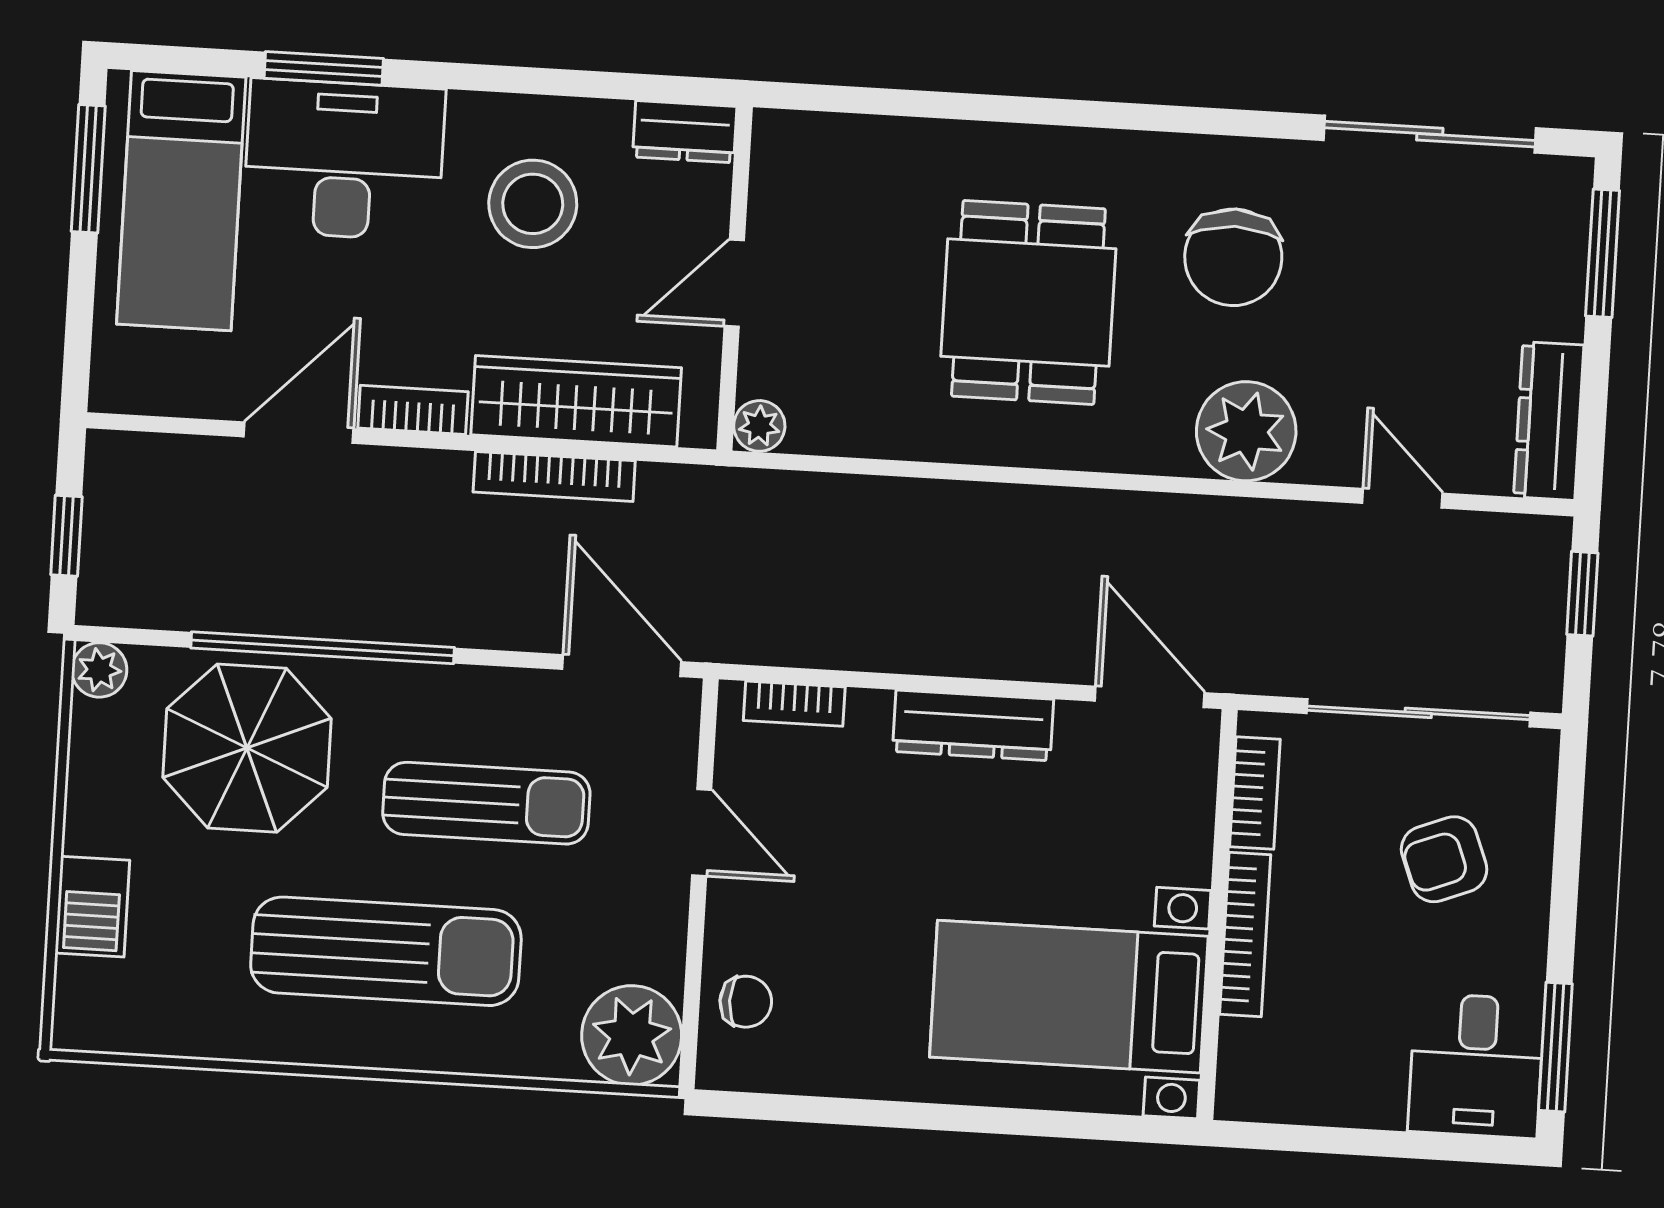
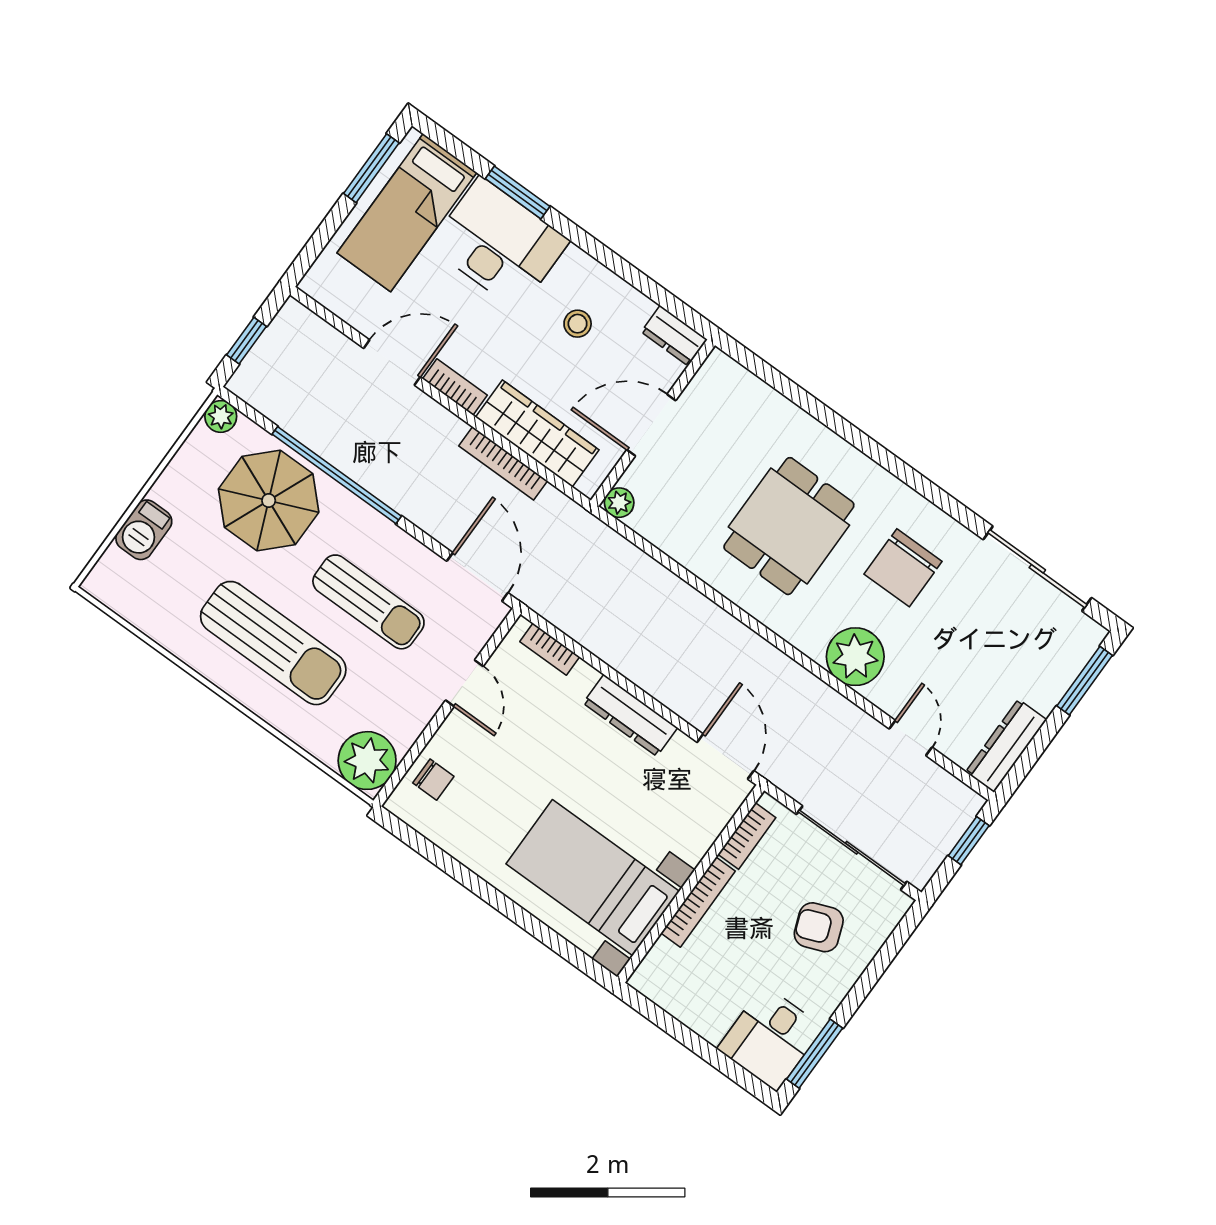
stool: (533, 204) -> (578, 324), width x0.53, depth x0.53
door: (734, 283) -> (651, 425), width x1.38

